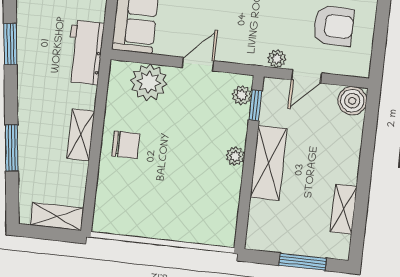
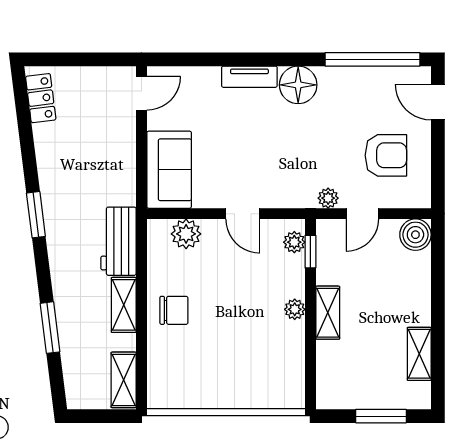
workbench: (85, 52) -> (118, 241), moved
door: (198, 64) -> (243, 214), swing flipped
plant: (149, 82) -> (186, 234), width x0.73, depth x0.73
shelving: (268, 163) -> (328, 313), width x0.67, depth x0.75
shelving: (57, 217) -> (124, 380), moved, turned 90

